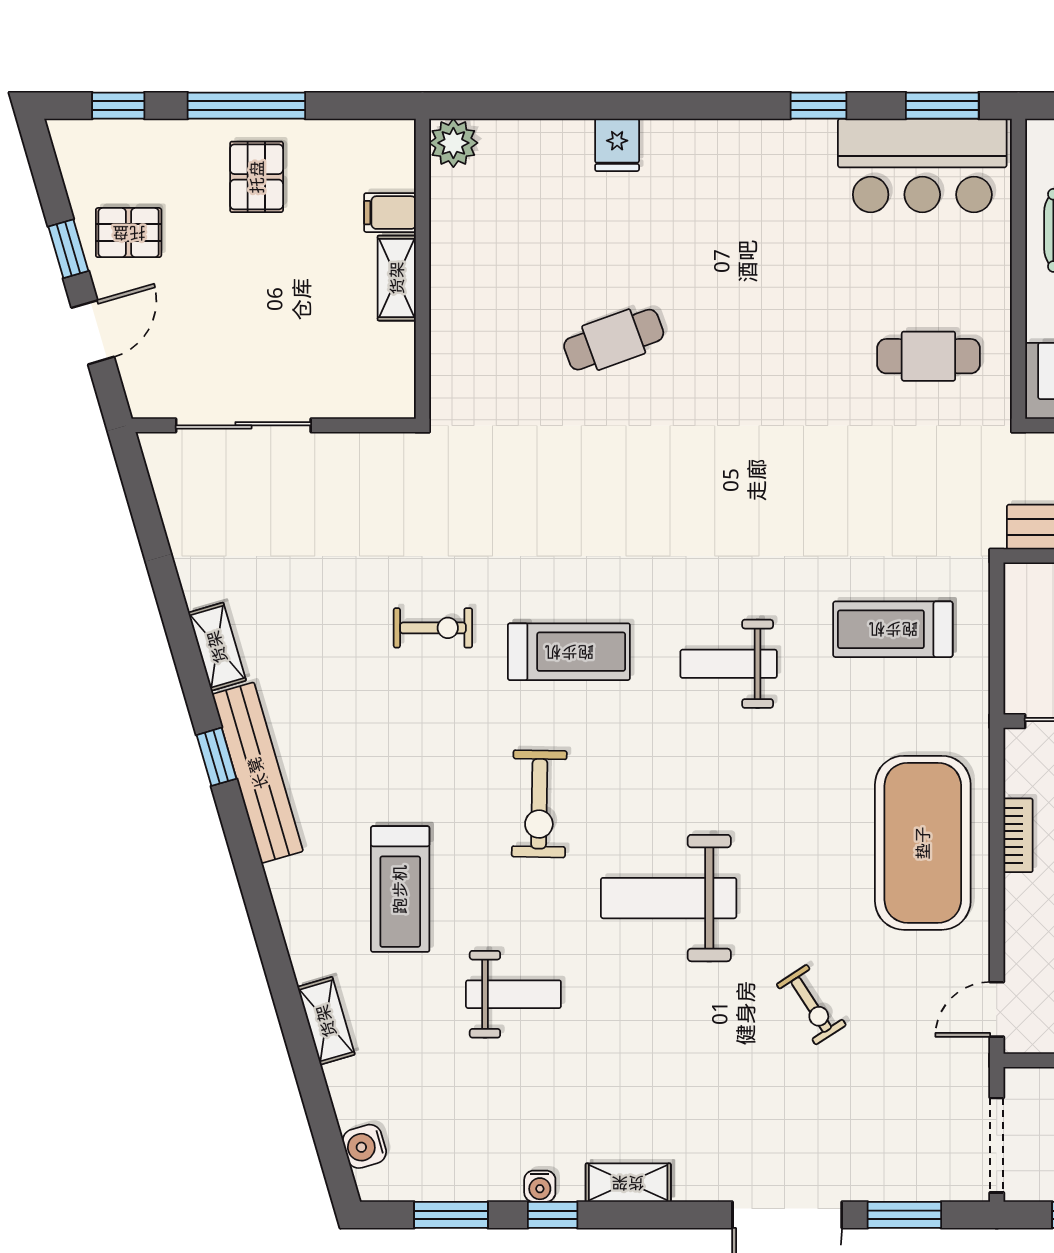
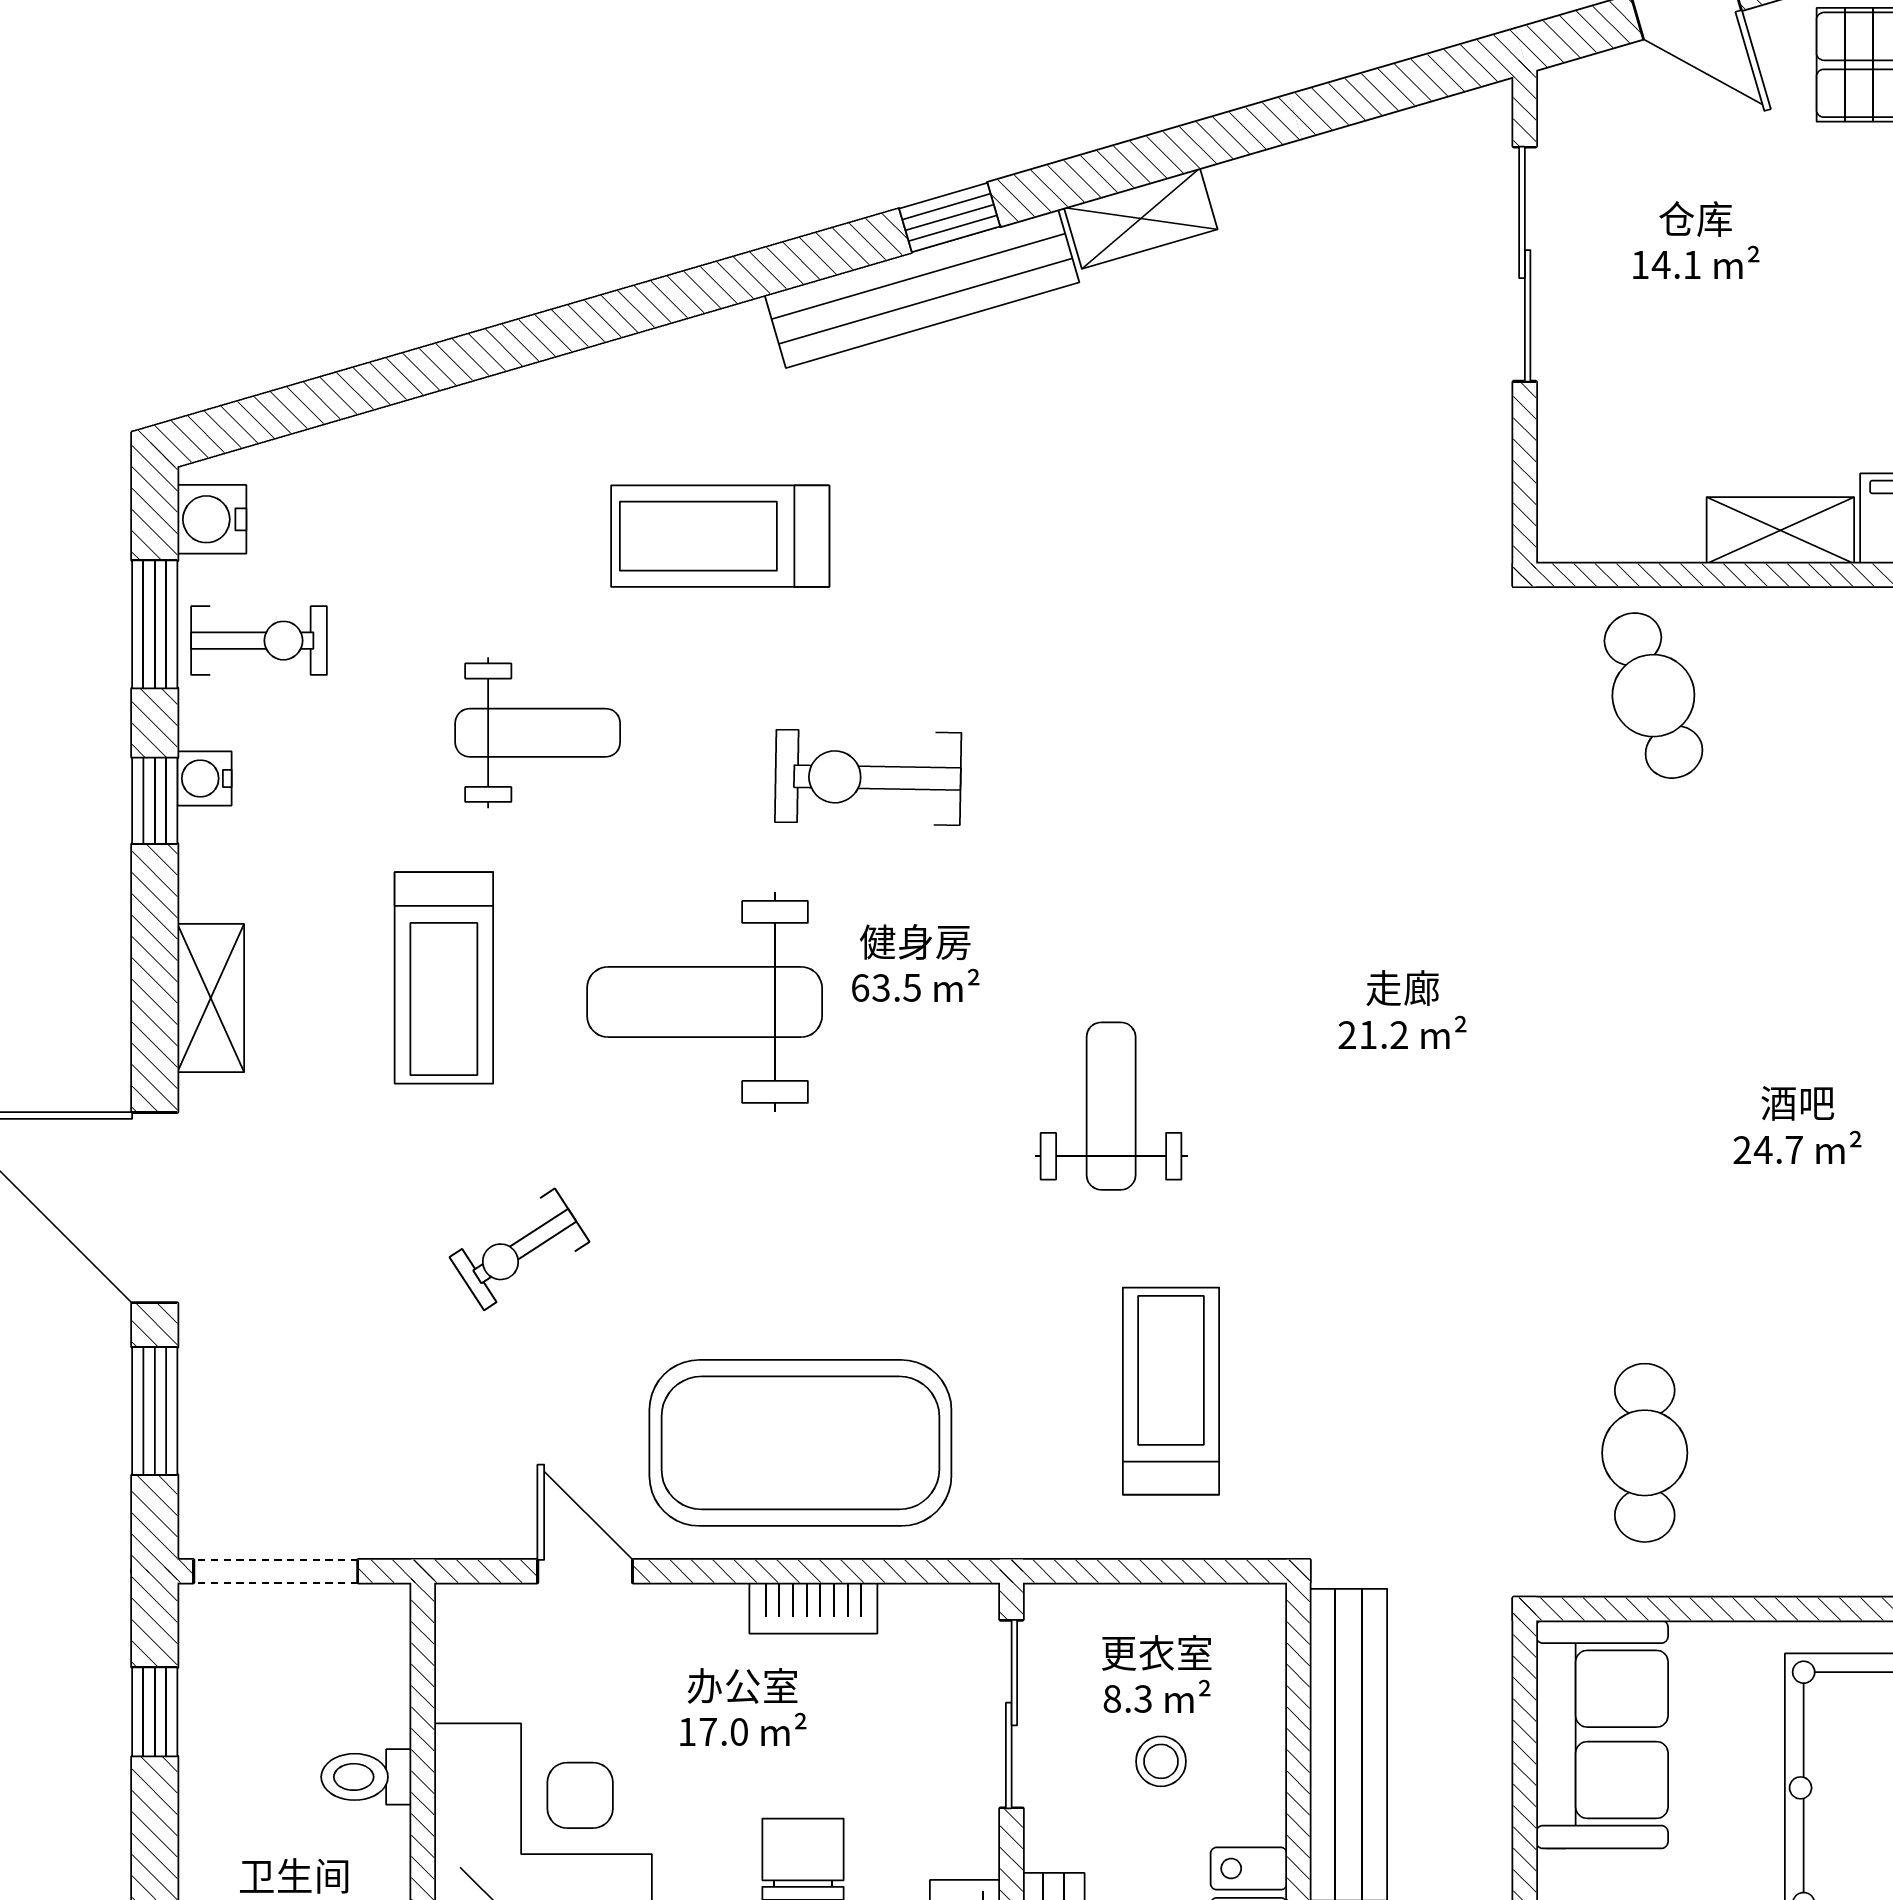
cafe table: (614, 340) -> (1653, 696), moved
exercise bike: (433, 628) -> (259, 641), moved, turned -90
treadmill: (569, 652) -> (444, 978), moved
weight bench: (669, 898) -> (705, 1002), turned -90
weight bench: (513, 994) -> (538, 733), turned -90
door: (997, 1009) -> (585, 1571), moved
shelving: (326, 1021) -> (492, 408), removed
water cooler: (364, 1146) -> (212, 519), moved, turned -74
shelving: (628, 1183) -> (211, 998), moved

